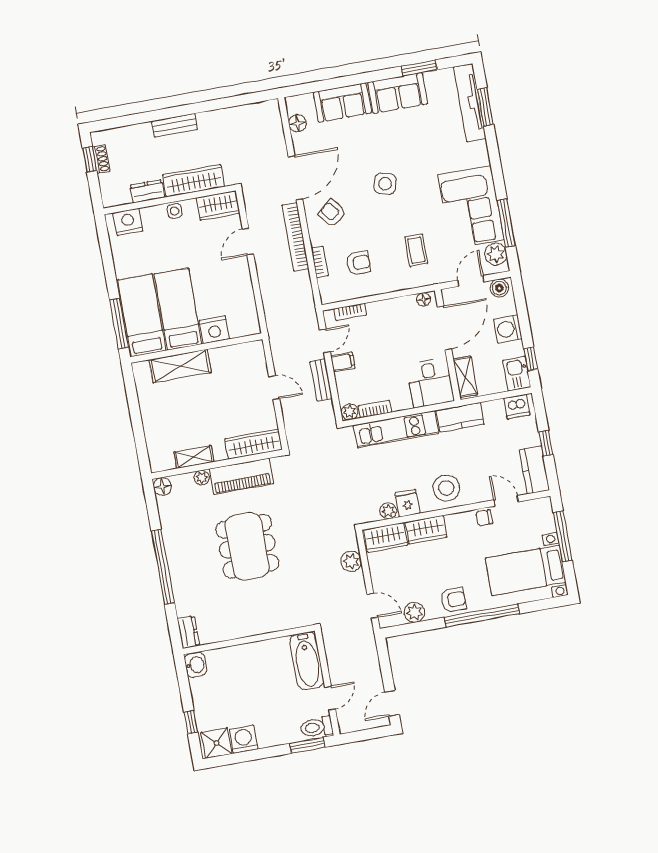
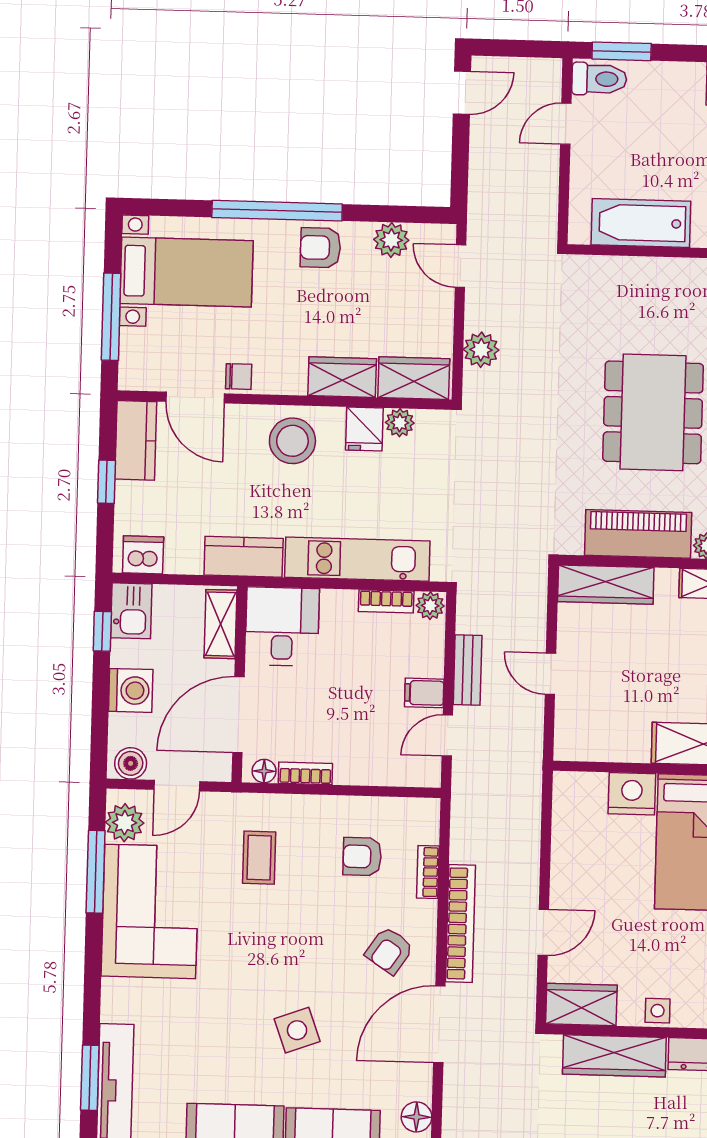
side table: (385, 184) -> (297, 1030), moved, turned -36
armchair: (332, 213) -> (389, 951), turned 73
bookcase: (350, 312) -> (305, 773), moved
door: (506, 501) -> (195, 398), width x1.38
bathtub: (307, 661) -> (641, 223), moved, turned -90

